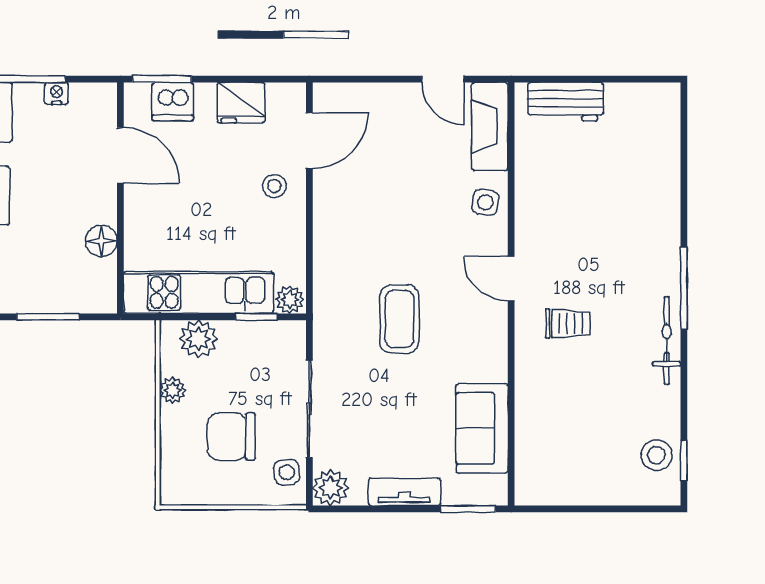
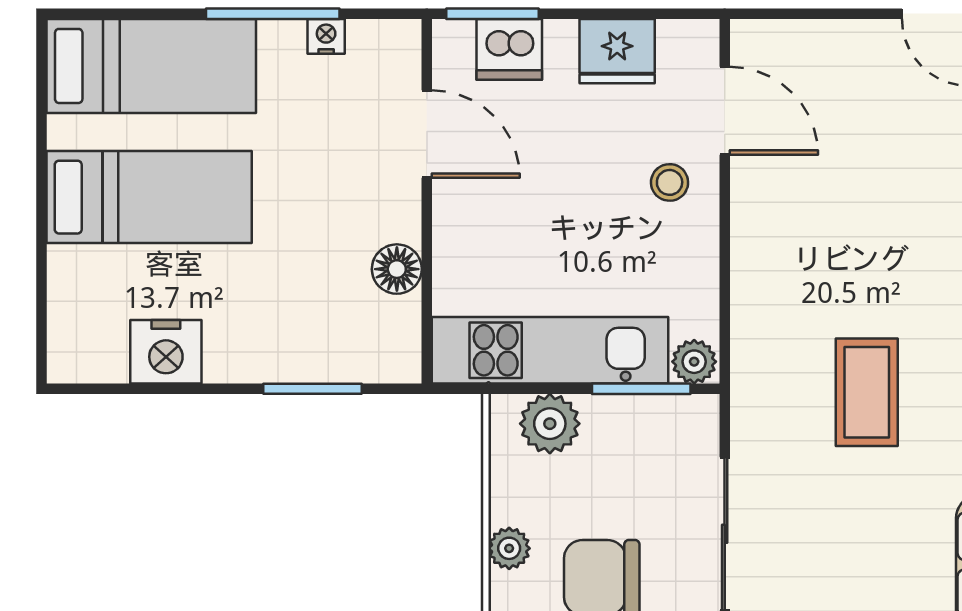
door: (309, 141) -> (725, 111), hinge flipped
window: (256, 317) -> (641, 389), width x1.50
plant: (173, 390) -> (509, 548), moved

